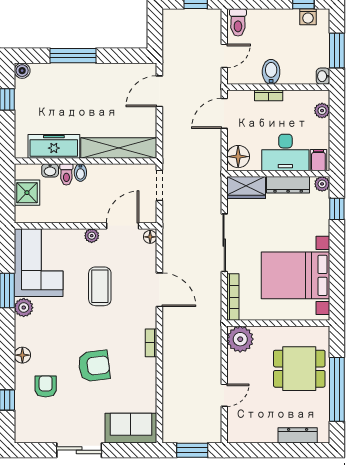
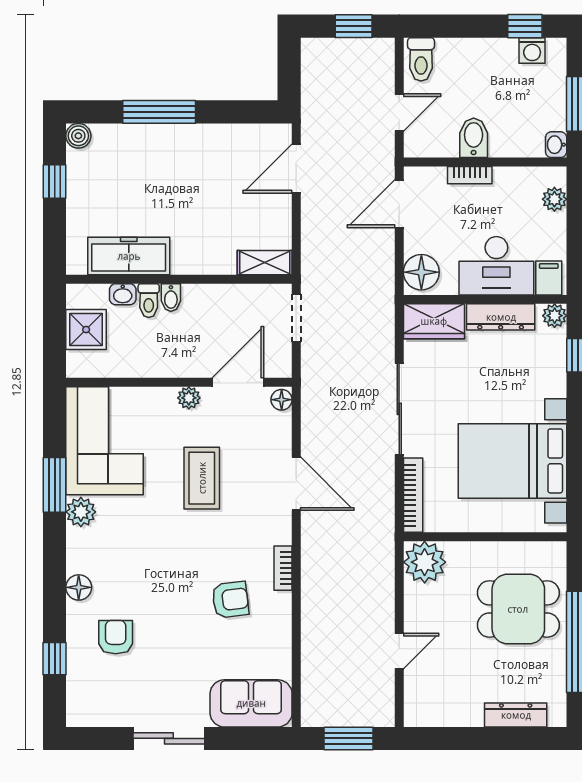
shelving: (119, 148) -> (265, 263), width x0.45, depth x0.75
armchair: (94, 366) -> (230, 600), moved, width x0.72, depth x0.72

